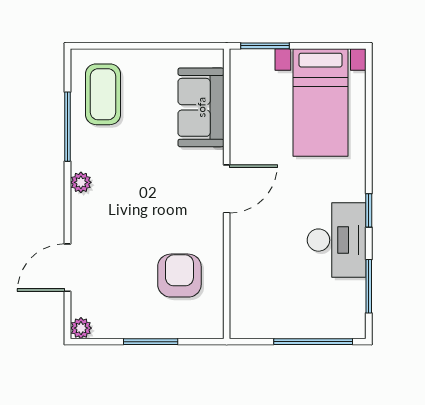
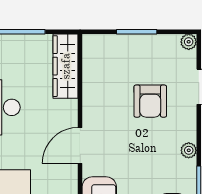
armchair: (179, 276) -> (150, 101), moved
wardrobe: (246, 296) -> (66, 66), added

